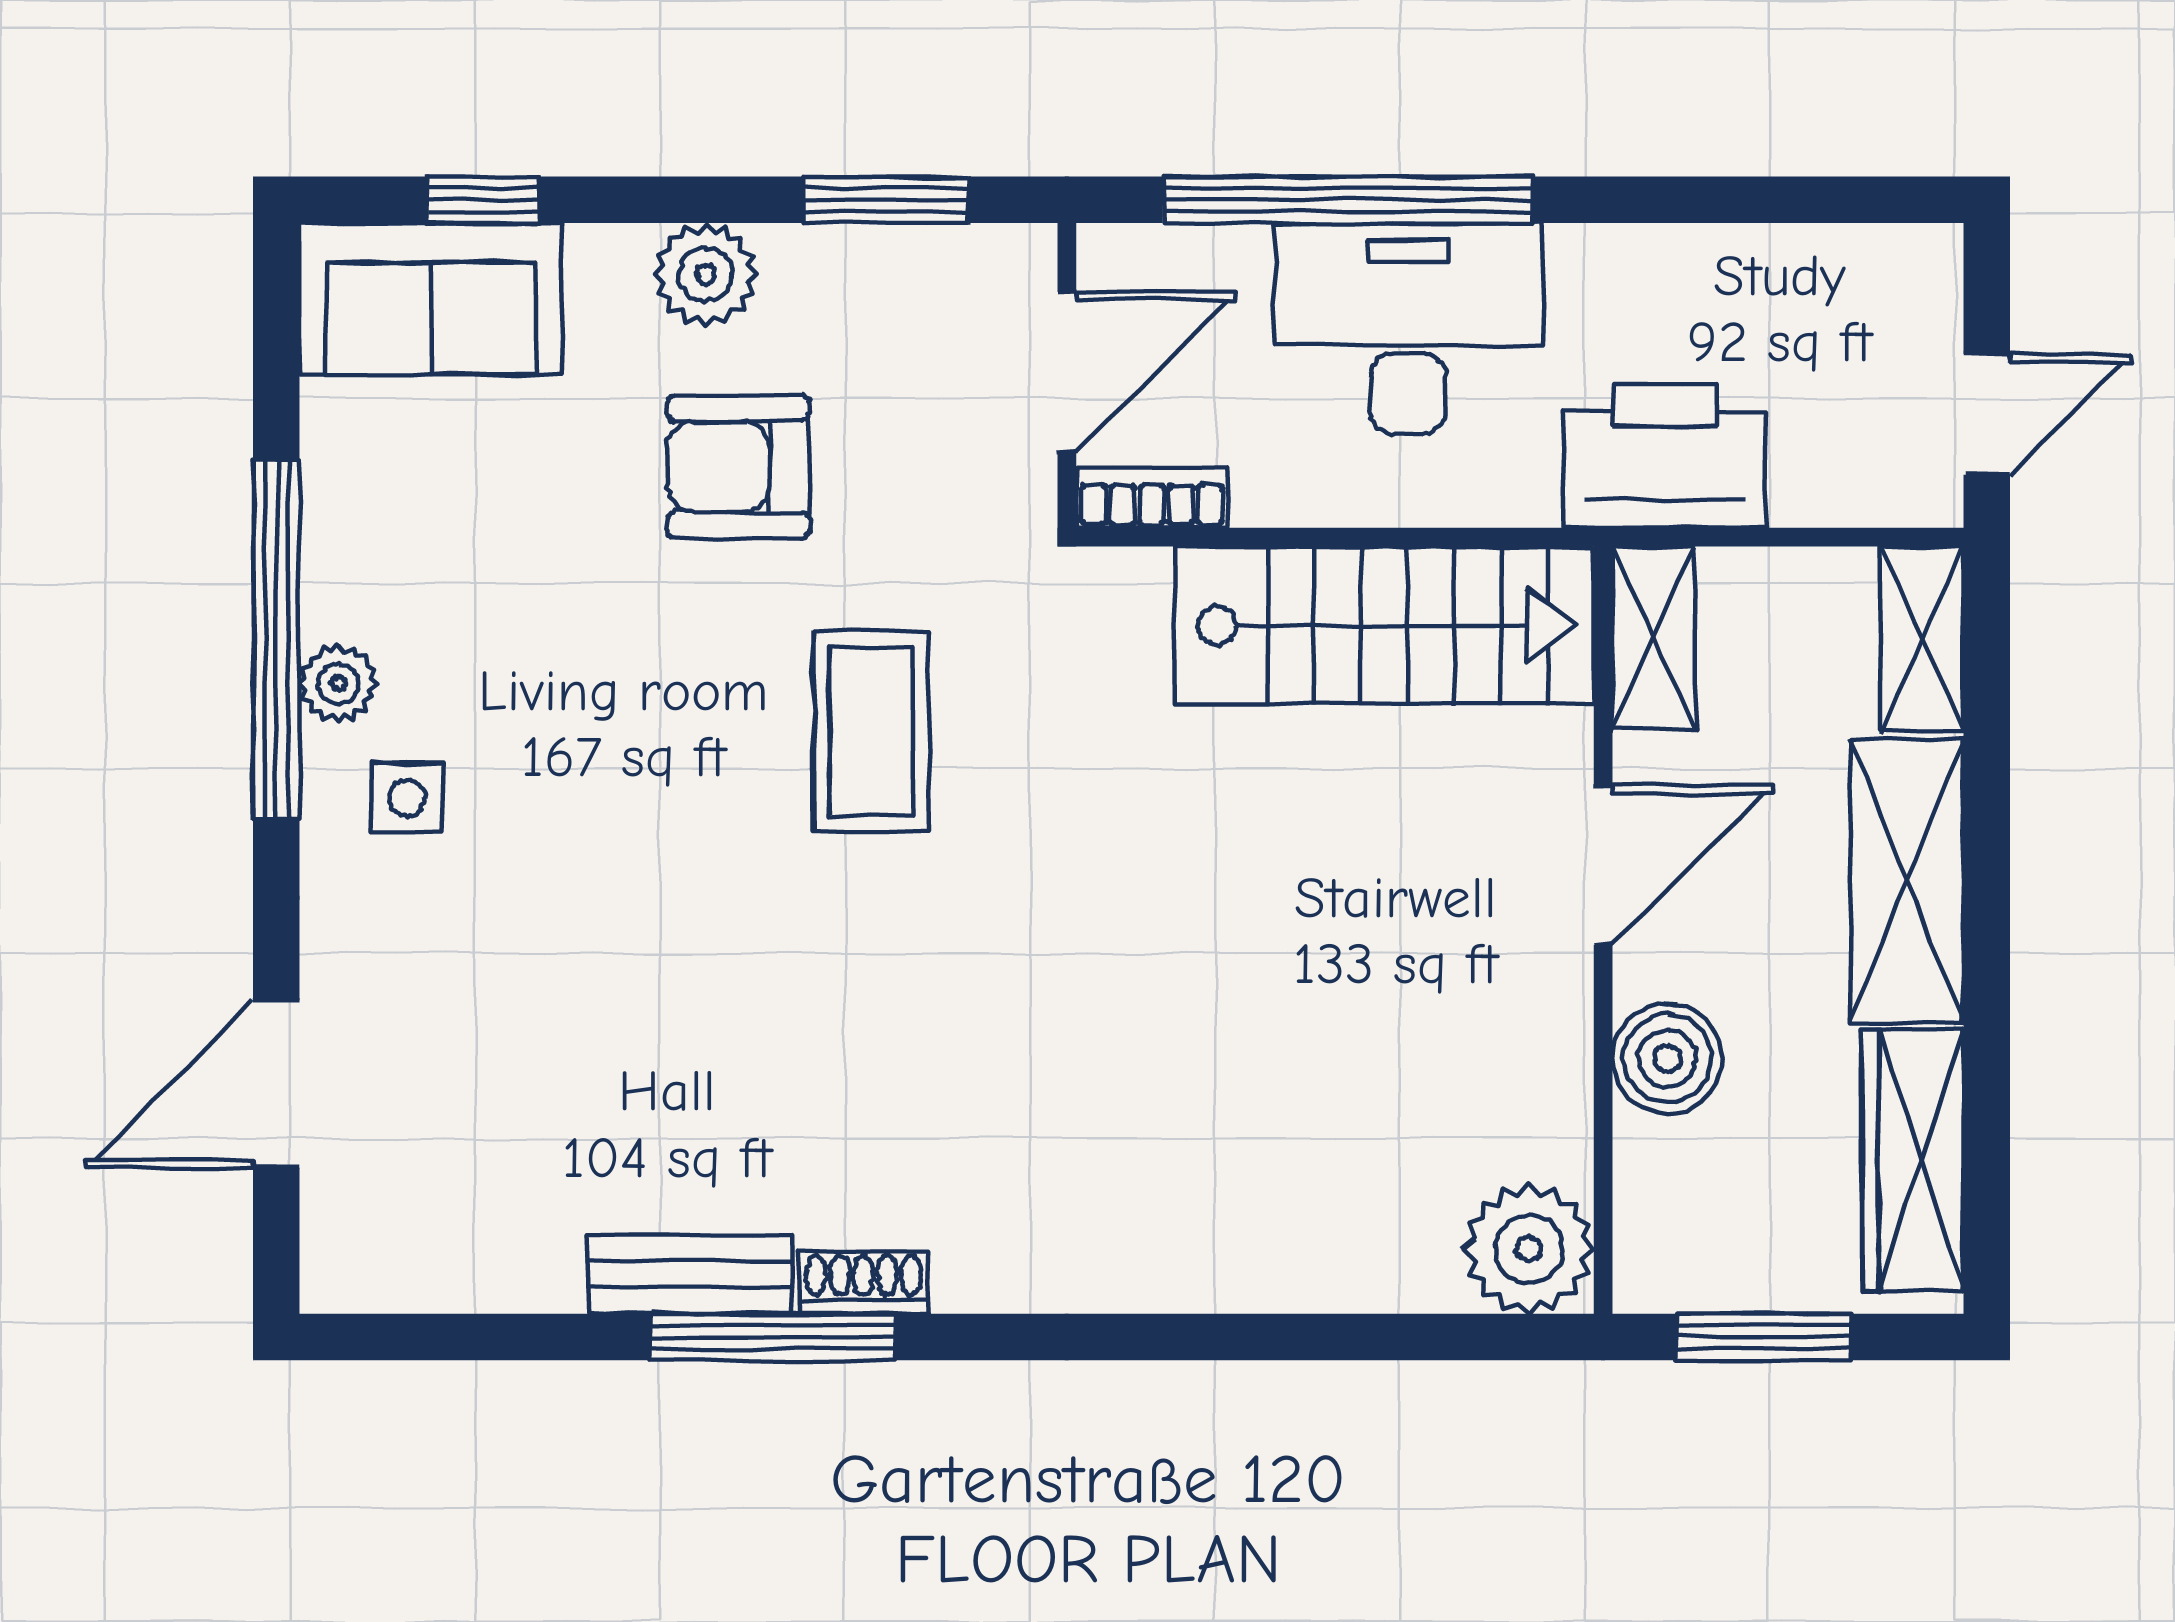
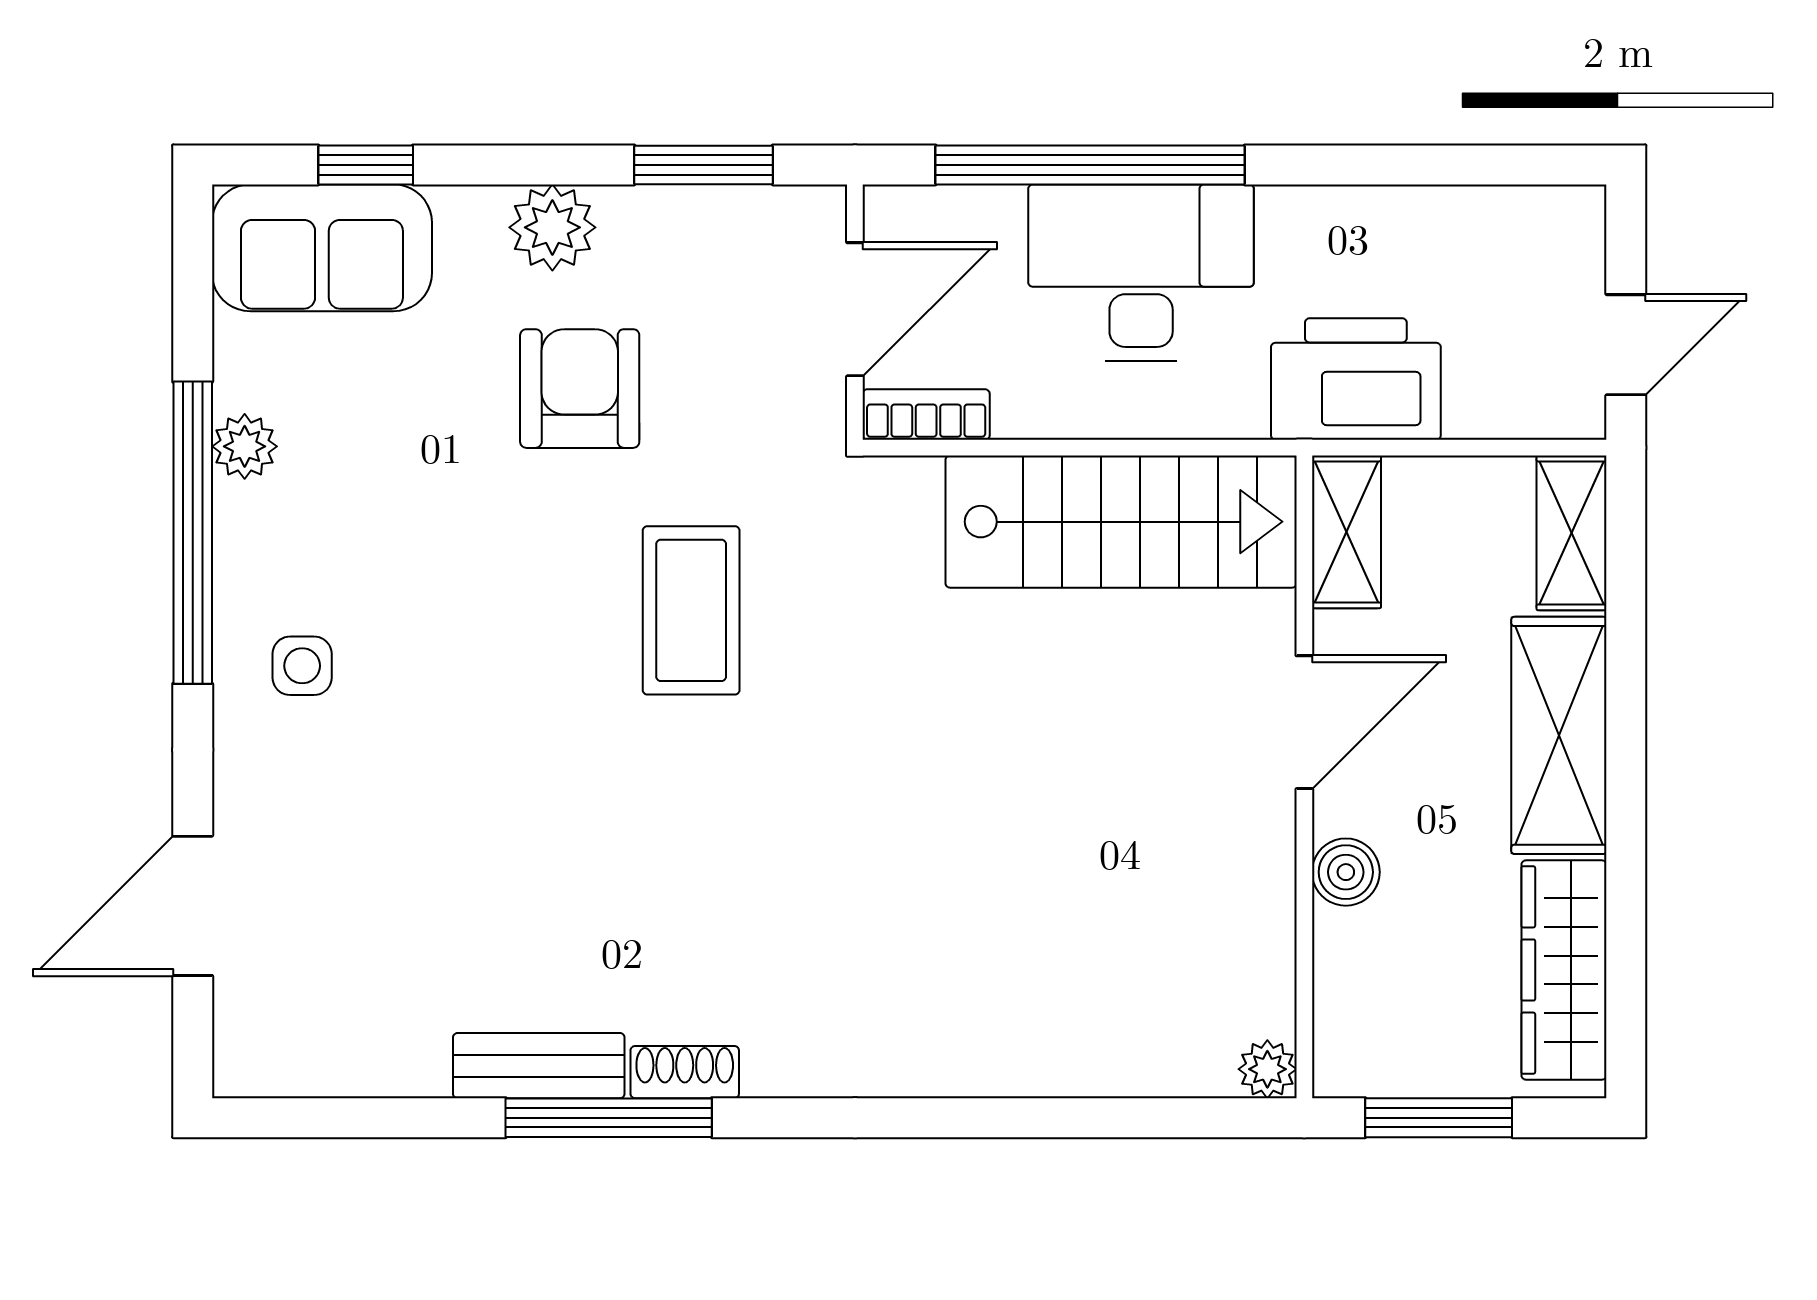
armchair: (738, 467) -> (580, 389), turned 90
plant: (338, 683) -> (245, 446), moved
boiler: (1667, 1058) -> (1346, 872), width x0.73, depth x0.73
plant: (1529, 1249) -> (1267, 1069), width x0.53, depth x0.53

